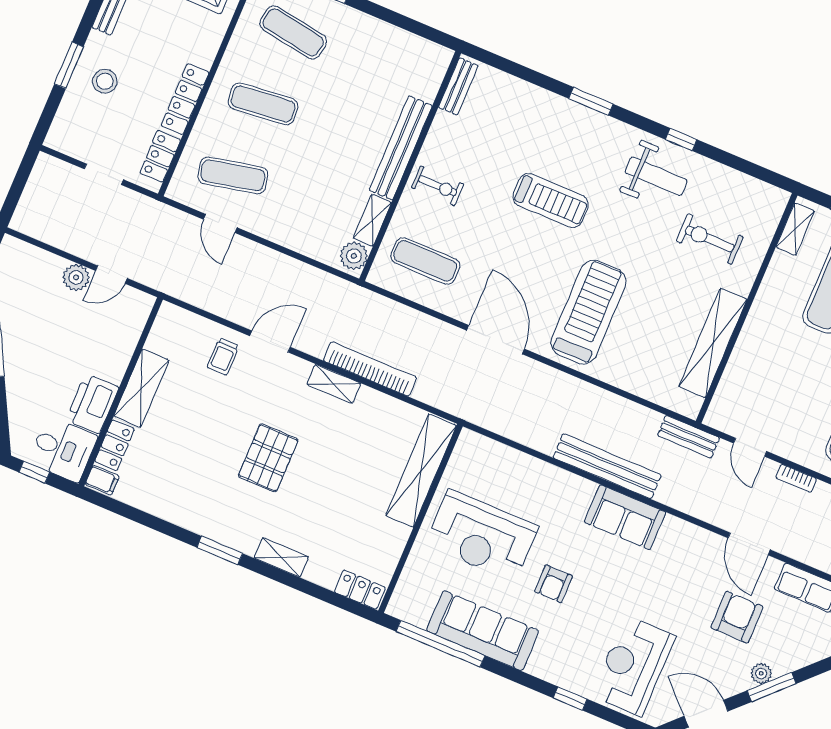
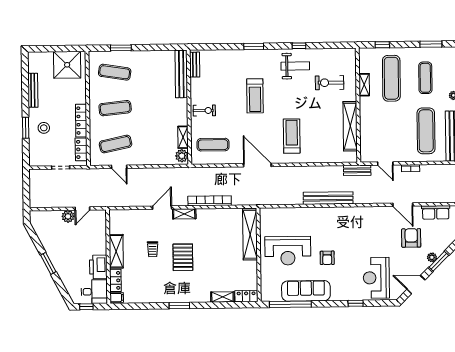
bench: (401, 148) -> (181, 74), moved
treadmill: (551, 201) -> (255, 96), turned 90
shelving: (795, 229) -> (364, 85), moved
treadmill: (589, 312) -> (292, 136), width x0.73, depth x0.73
trolley: (223, 356) -> (153, 249), moved
shelving: (334, 384) -> (184, 214), moved
sofa: (625, 517) -> (345, 216), removed
shelving: (281, 557) -> (222, 297), moved

